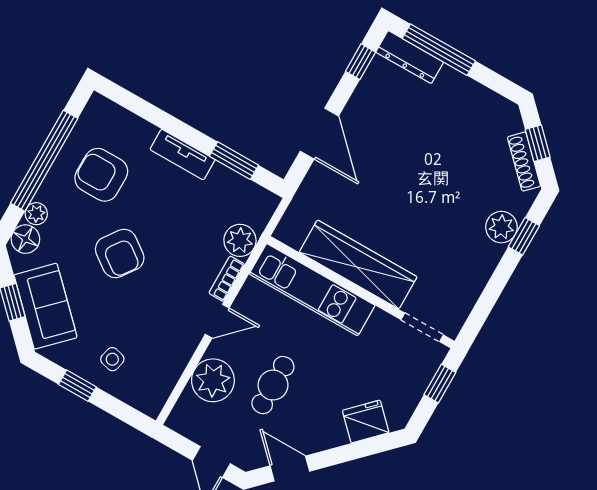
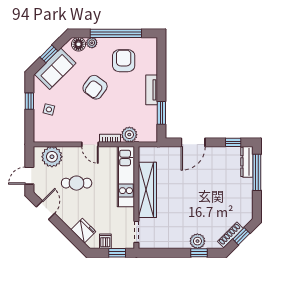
plant: (213, 380) -> (52, 157), moved
dishwasher: (407, 393) -> (105, 241), added

